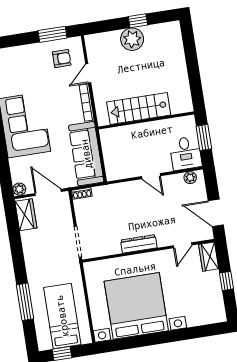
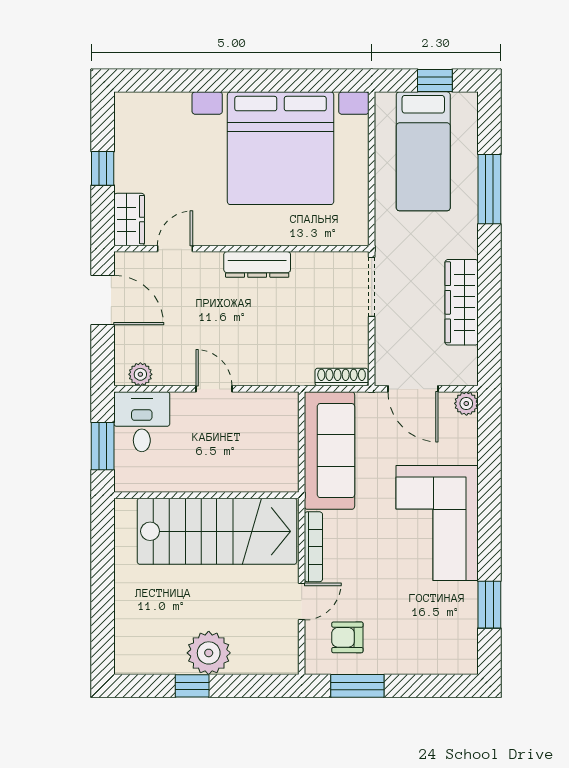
stairs: (139, 108) -> (217, 531), width x1.36, depth x1.51
shoe rack: (82, 193) -> (342, 377), width x1.43
wardrobe: (26, 215) -> (462, 302), moved, width x1.50

